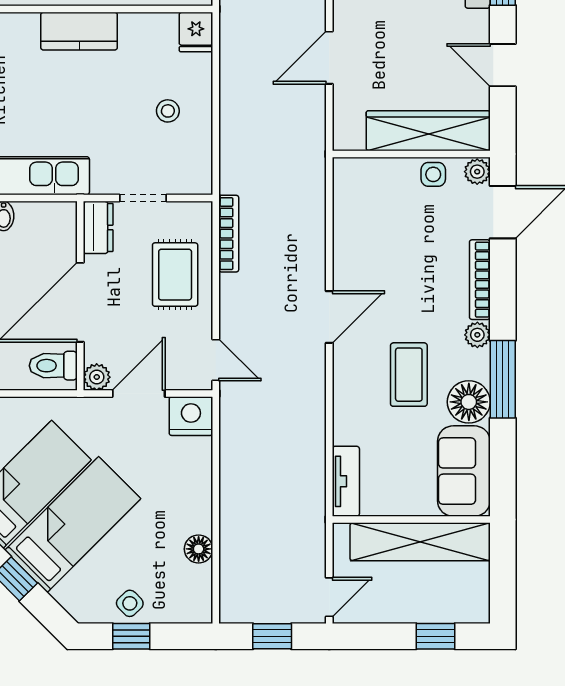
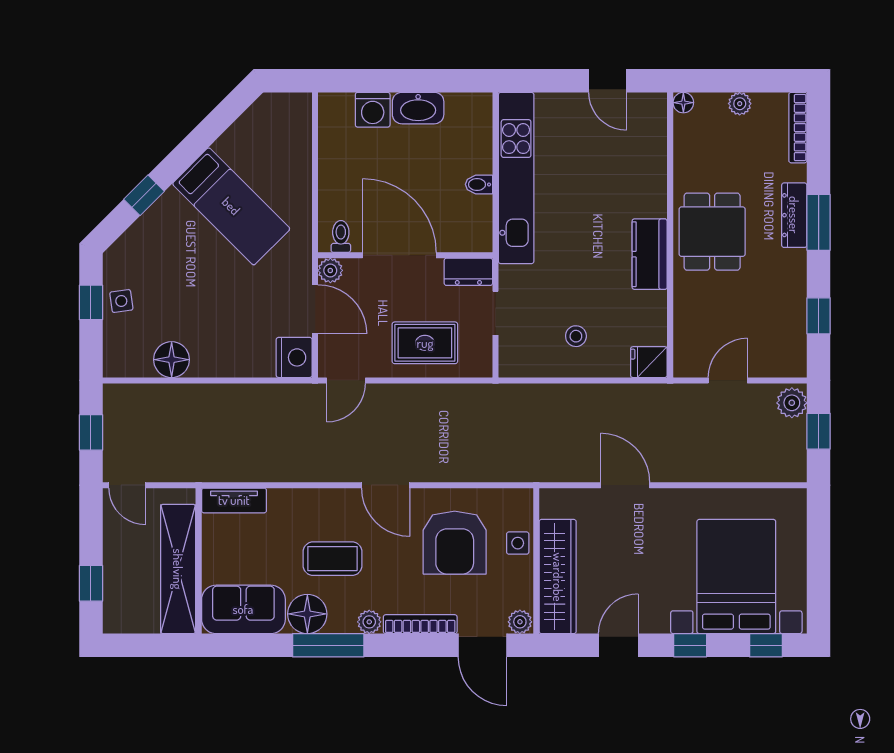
side table: (433, 174) -> (518, 543), moved
bookcase: (229, 234) -> (463, 392), removed
armchair: (392, 242) -> (455, 543), added
toilet: (53, 366) -> (341, 236), width x0.73, depth x0.72
bed: (73, 525) -> (194, 248), removed
floor lamp: (199, 549) -> (172, 360), width x1.38, depth x1.38
side table: (130, 603) -> (121, 301), turned 36

